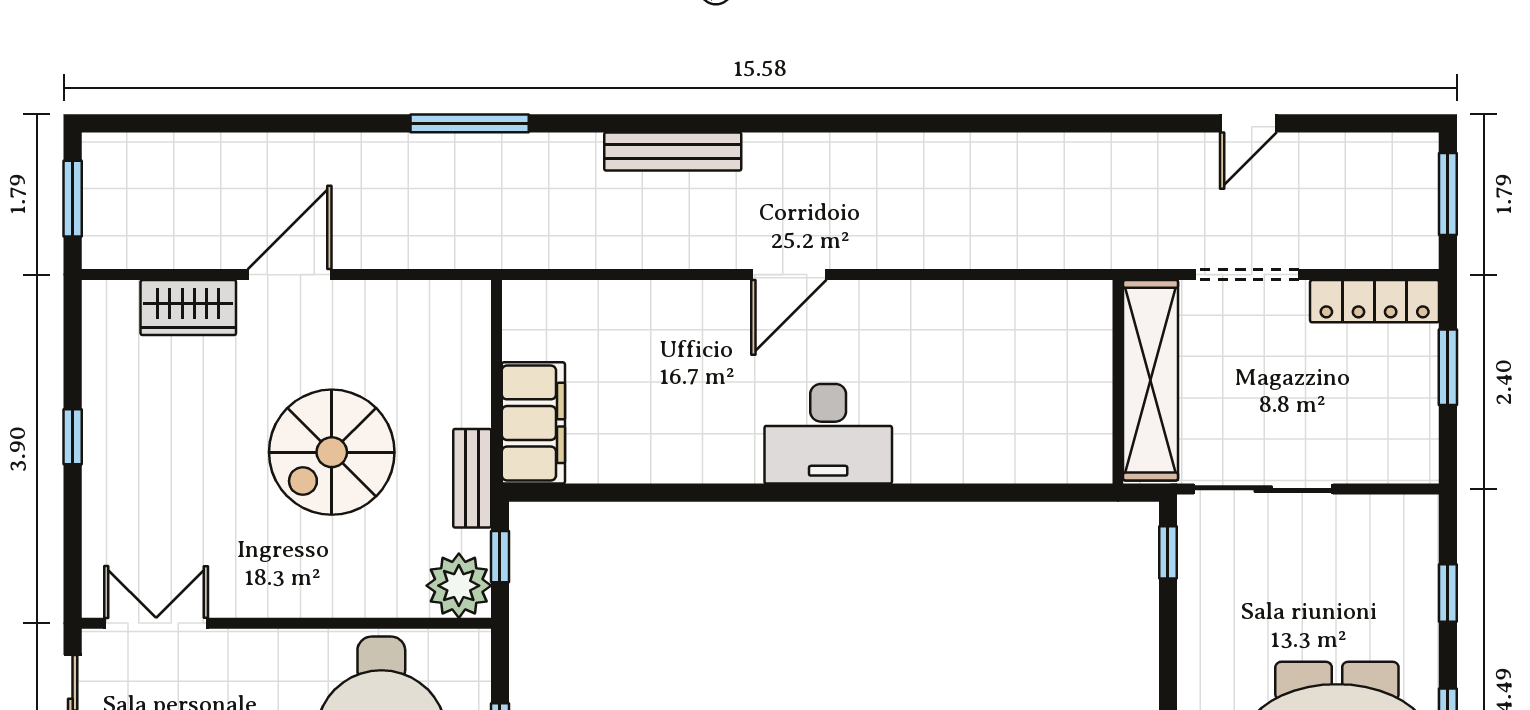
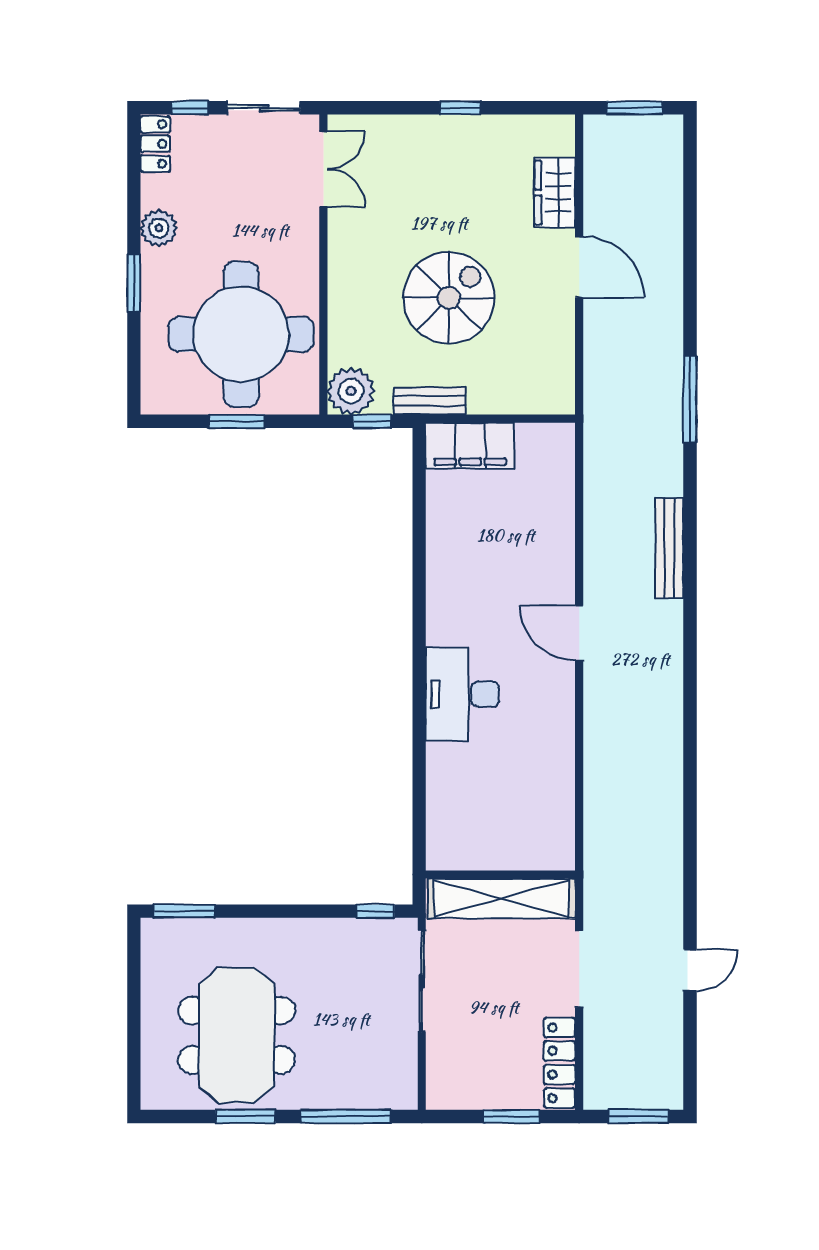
door: (1248, 123) -> (690, 970), swing flipped
desk: (828, 434) -> (462, 694), moved
spiral stairs: (332, 452) -> (449, 298), turned 90
window: (1448, 593) -> (345, 1116), width x2.17

